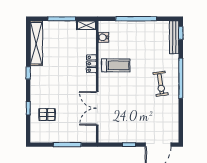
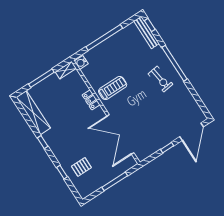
water cooler: (103, 37) -> (81, 62), moved
double door: (97, 108) -> (120, 134), width x1.36

